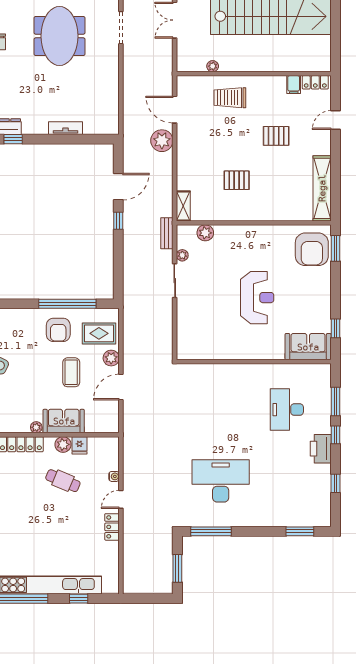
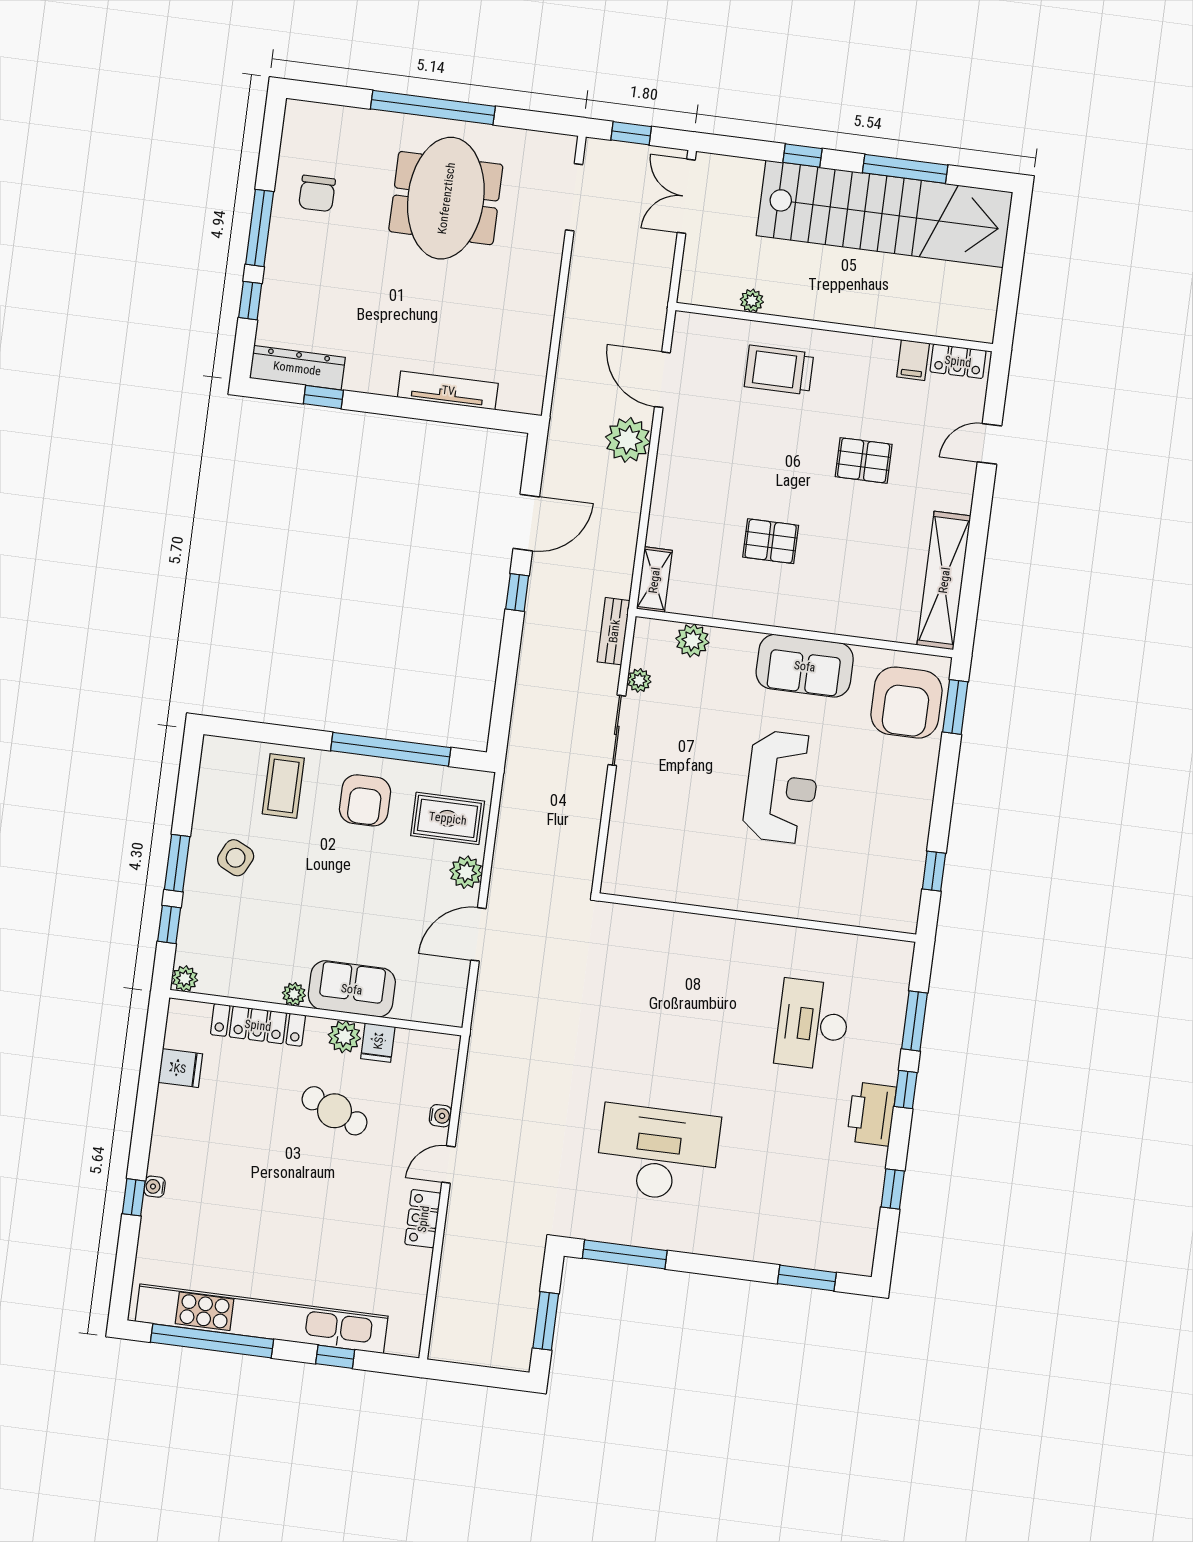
tv unit: (65, 128) -> (448, 390), width x1.41
sofa: (308, 347) -> (805, 666), moved, turned 180
coffee table: (71, 372) -> (283, 786), moved

